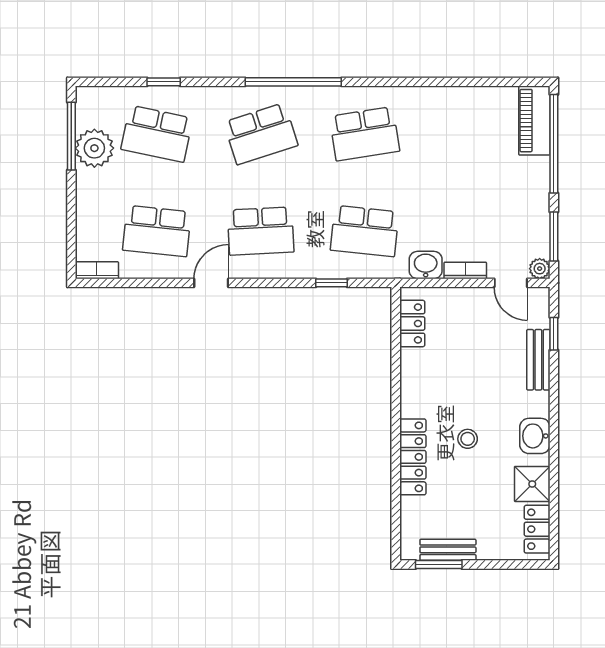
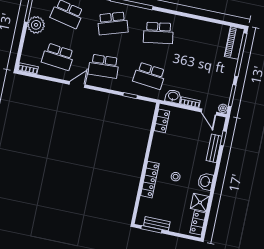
plant: (94, 148) -> (36, 25), moved

